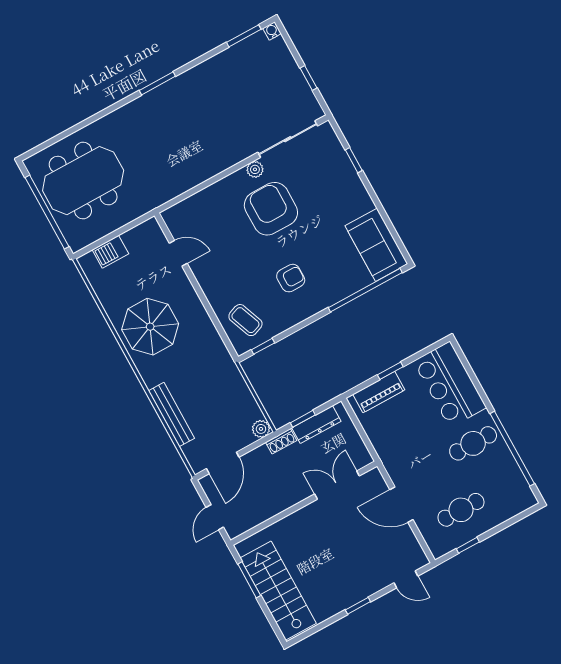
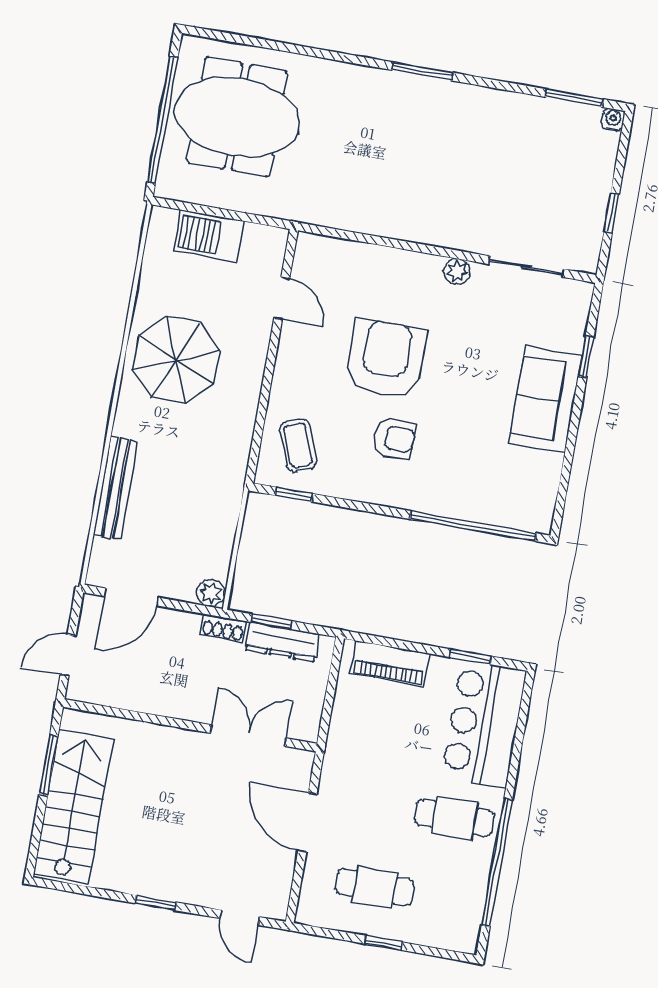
sliding door: (288, 139) -> (526, 267), width x0.73
armchair: (271, 209) -> (386, 359), moved
sofa: (376, 245) -> (546, 399), moved
barbecue: (110, 252) -> (209, 236), width x1.38, depth x1.27
window: (390, 371) -> (470, 657), moved
window: (468, 545) -> (384, 943), moved

